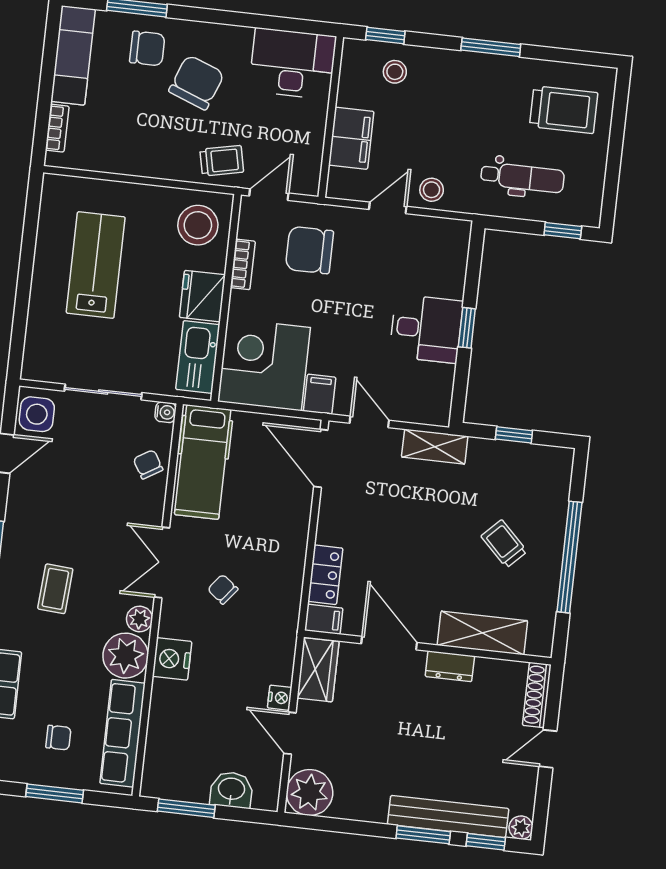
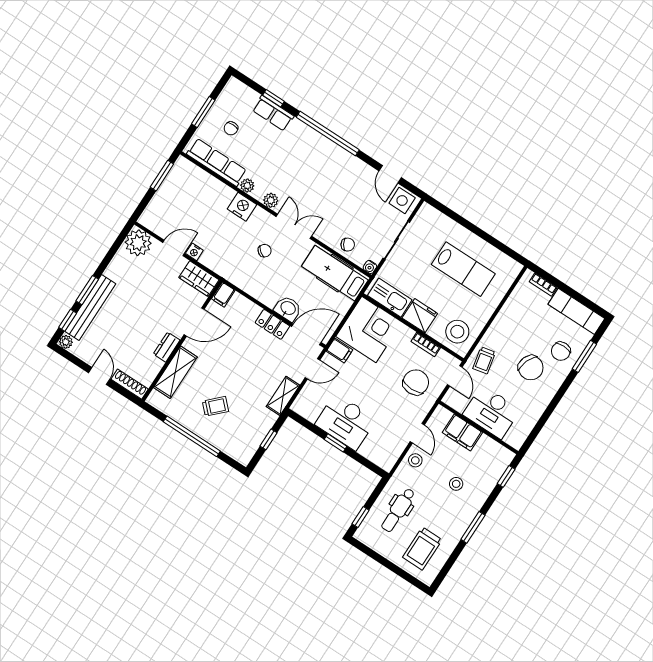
desk: (293, 64) -> (492, 412), moved, turned 90
stool: (395, 72) -> (456, 484), moved
desk: (426, 329) -> (346, 422), width x1.37
locker: (325, 575) -> (272, 324), moved
coffee table: (55, 589) -> (308, 165), removed
plant: (126, 656) -> (247, 186), width x0.53, depth x0.53
washbasin: (231, 790) -> (288, 308), moved, turned -90

